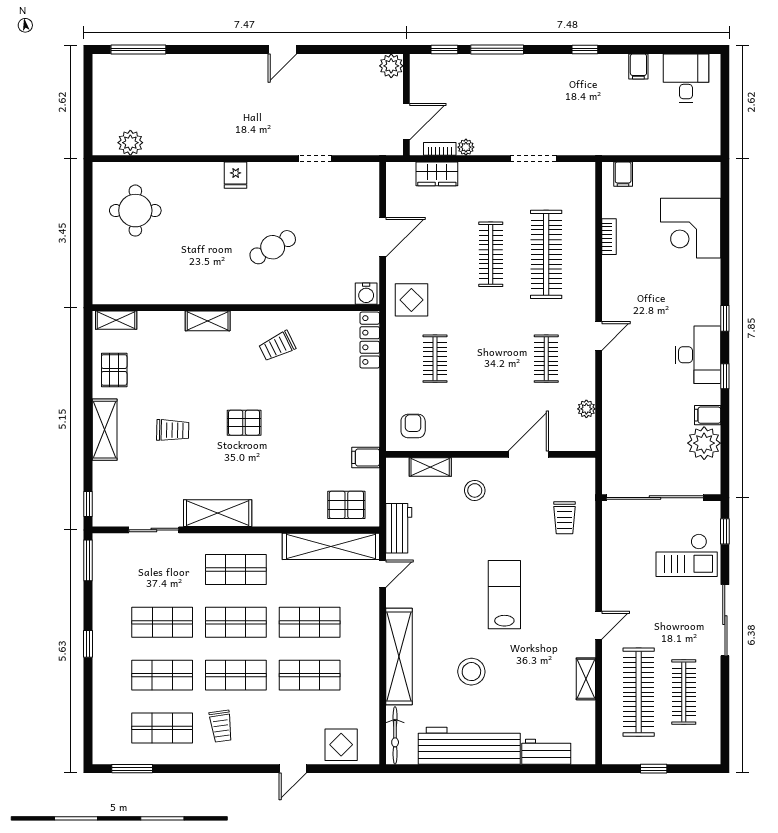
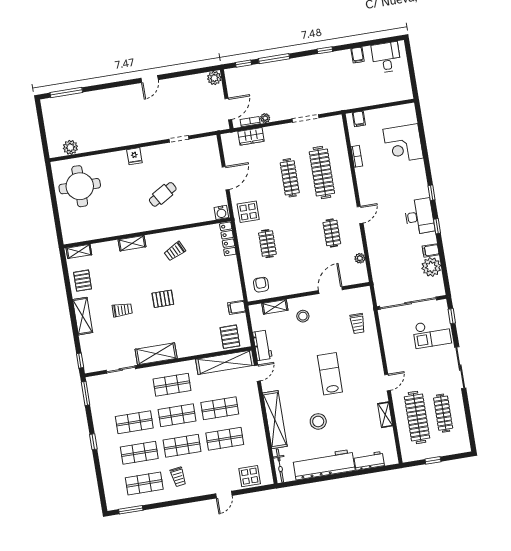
round table: (135, 211) -> (80, 186), width x1.36, depth x1.36
pallet: (346, 505) -> (230, 337), turned 90

